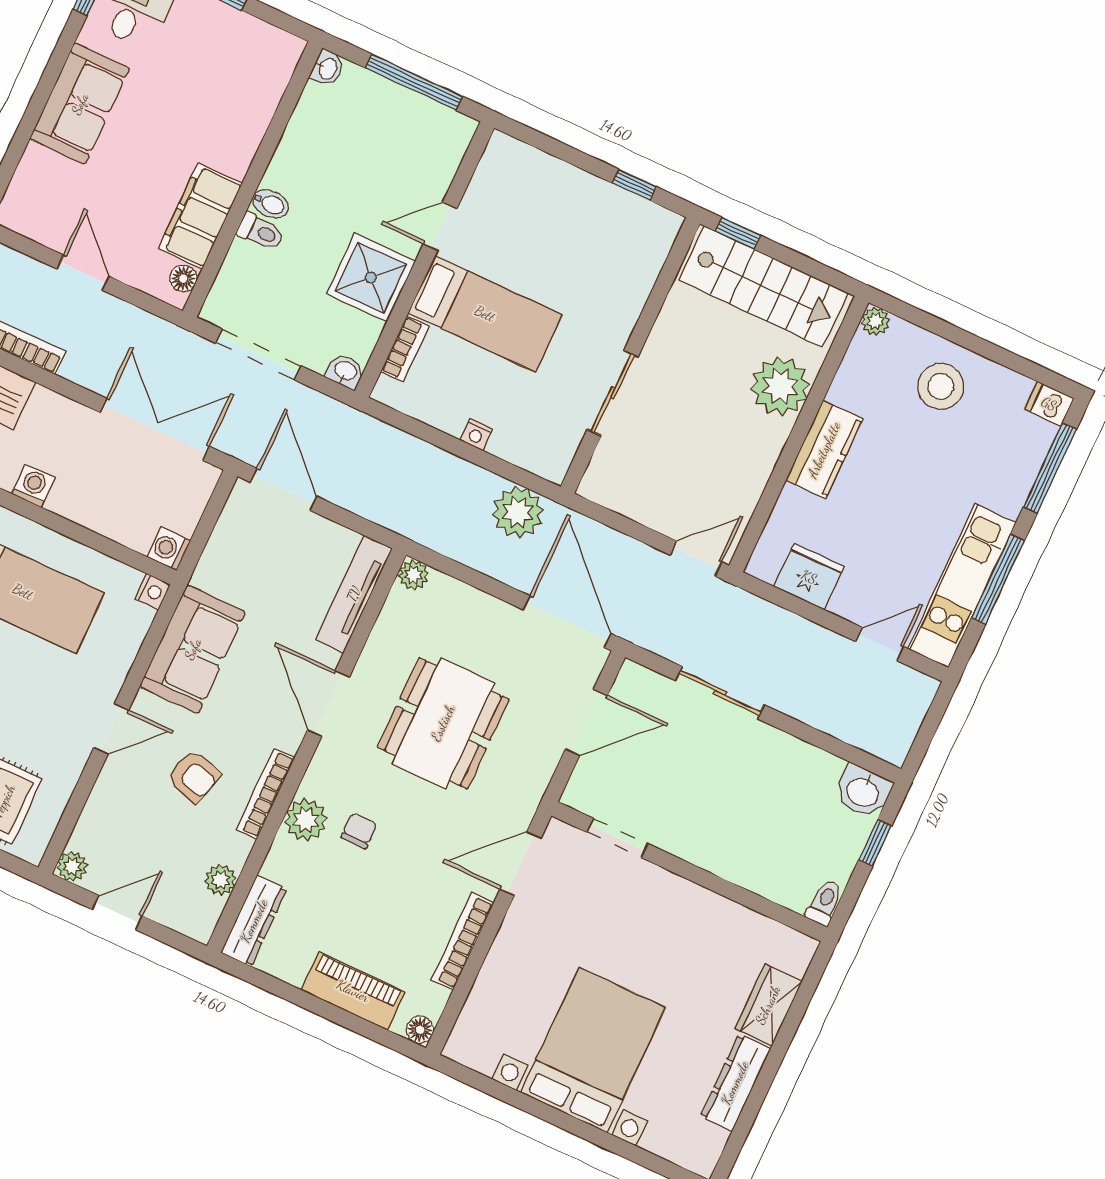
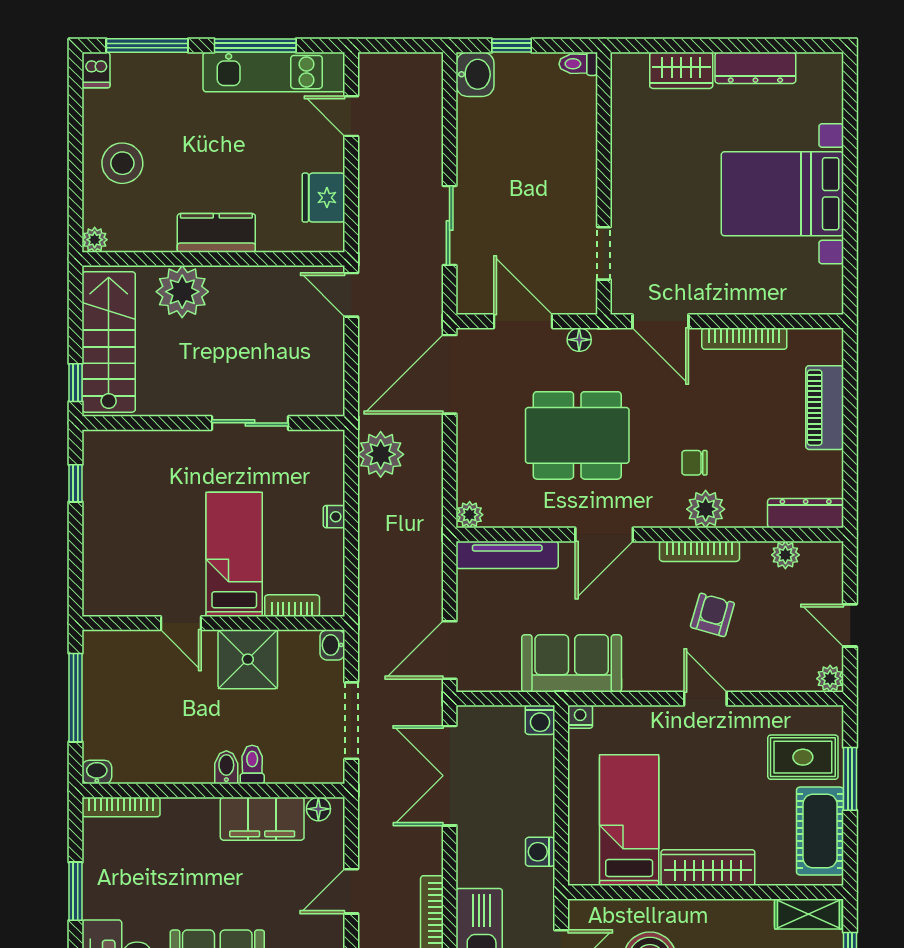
bookcase: (280, 77) -> (121, 807), added
sofa: (193, 649) -> (572, 663), moved
floor lamp: (420, 1030) -> (579, 340), moved

